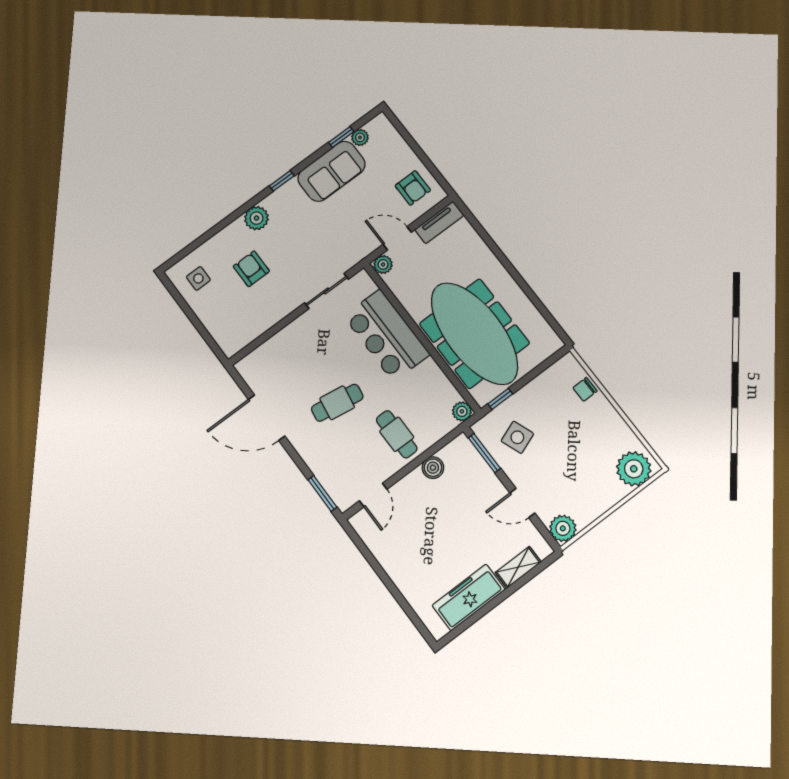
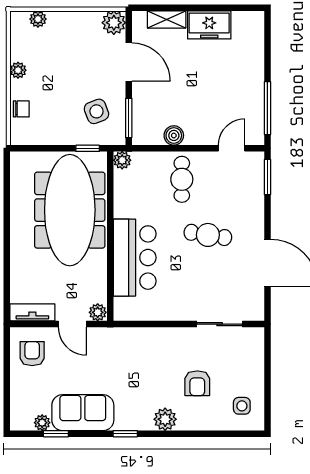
sliding door: (327, 291) -> (220, 324), moved
plant: (614, 421) -> (18, 70), added
plant: (634, 469) -> (38, 19), width x0.53, depth x0.53
door: (522, 503) -> (129, 62), width x1.38
window: (368, 555) -> (267, 108), added
freezer: (469, 597) -> (209, 25), width x0.71

